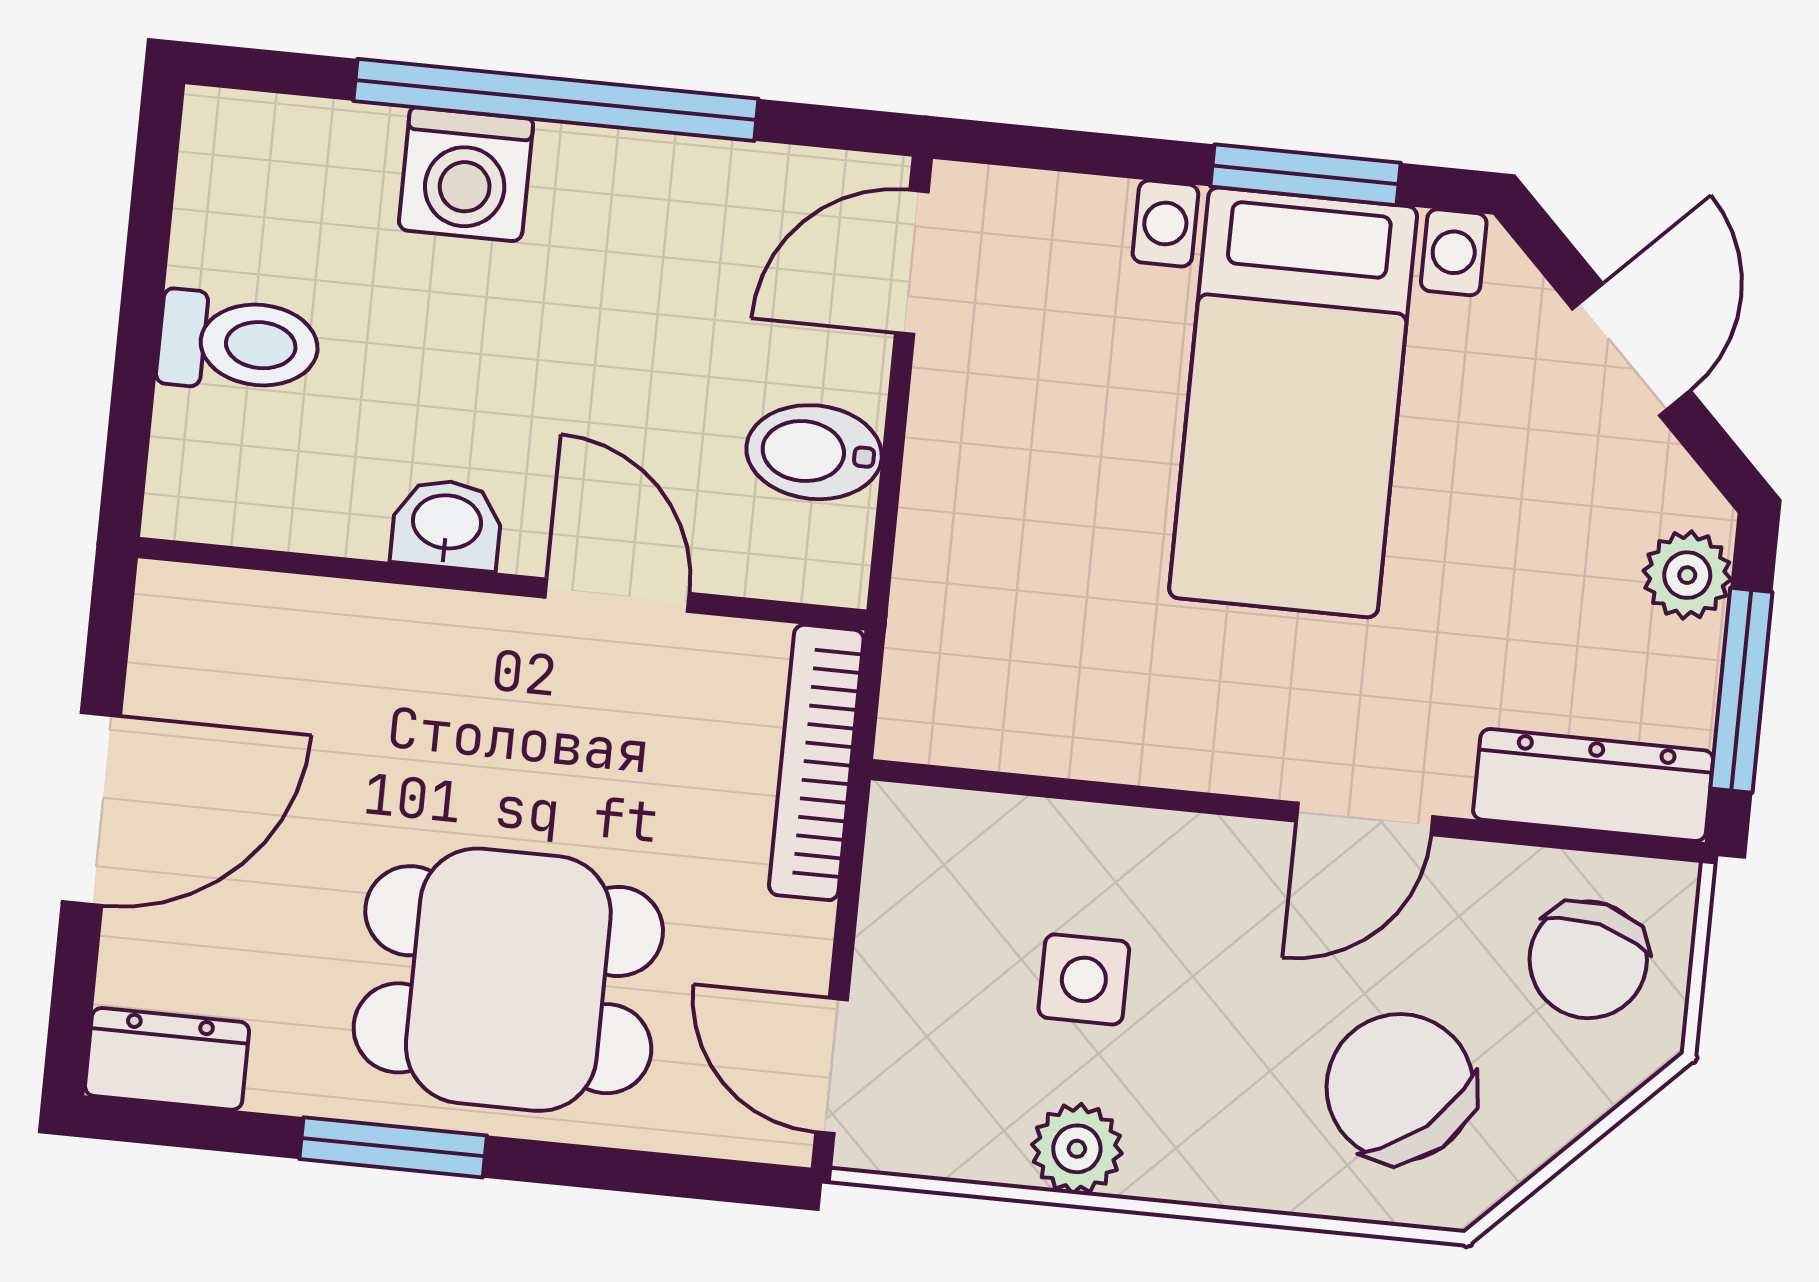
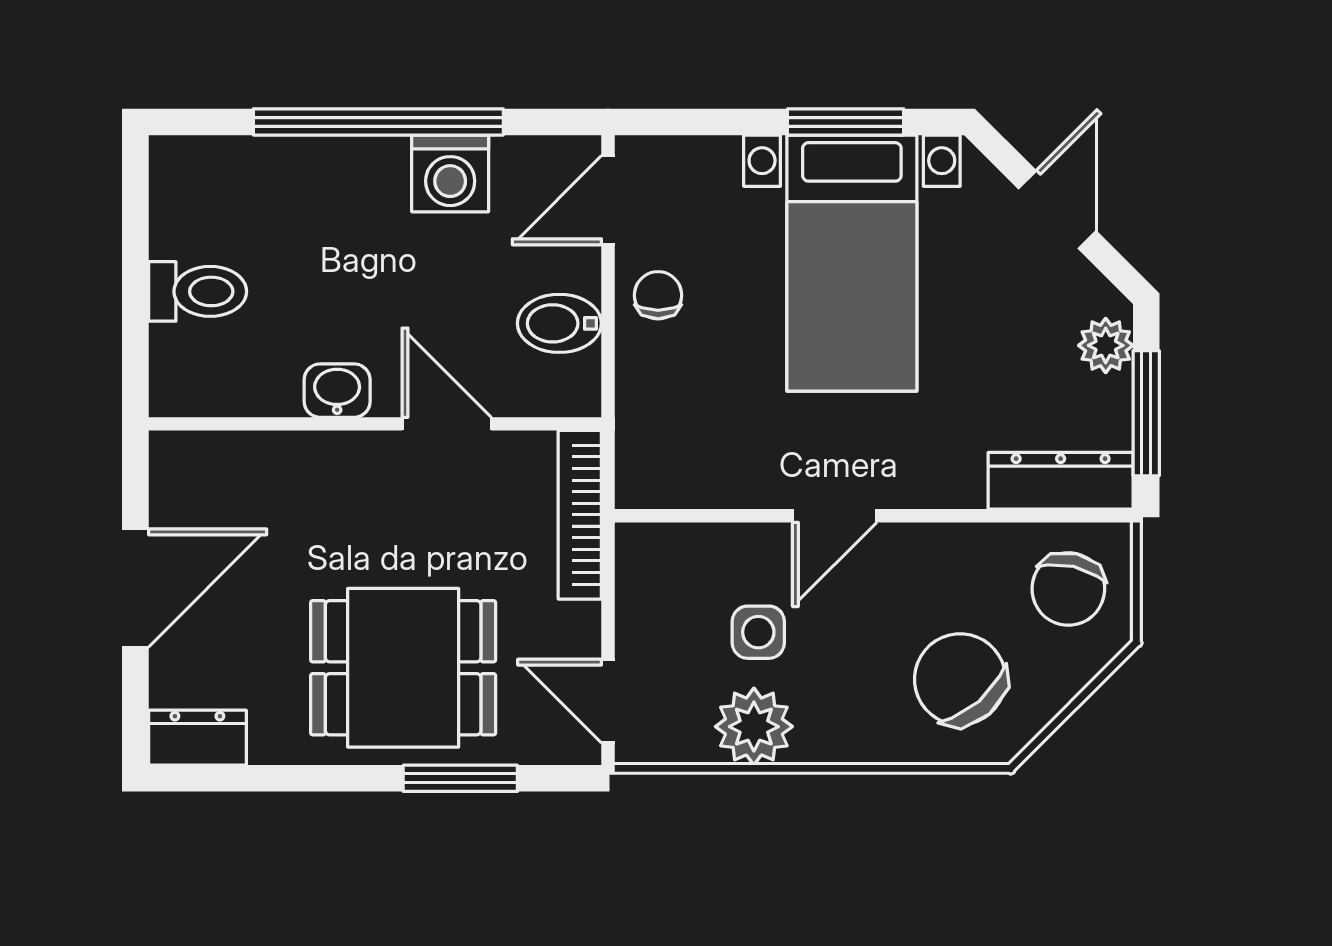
washing machine: (466, 174) -> (450, 173), moved
chair: (977, 423) -> (658, 295), added
door: (1364, 819) -> (835, 516), moved
window: (393, 1147) -> (460, 778), moved
plant: (1077, 1149) -> (754, 727), width x1.38, depth x1.38

